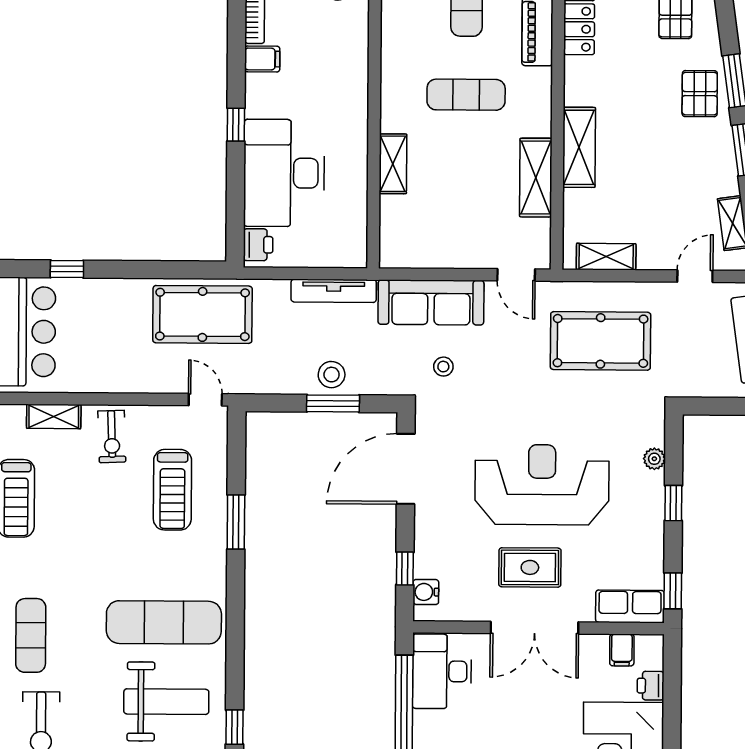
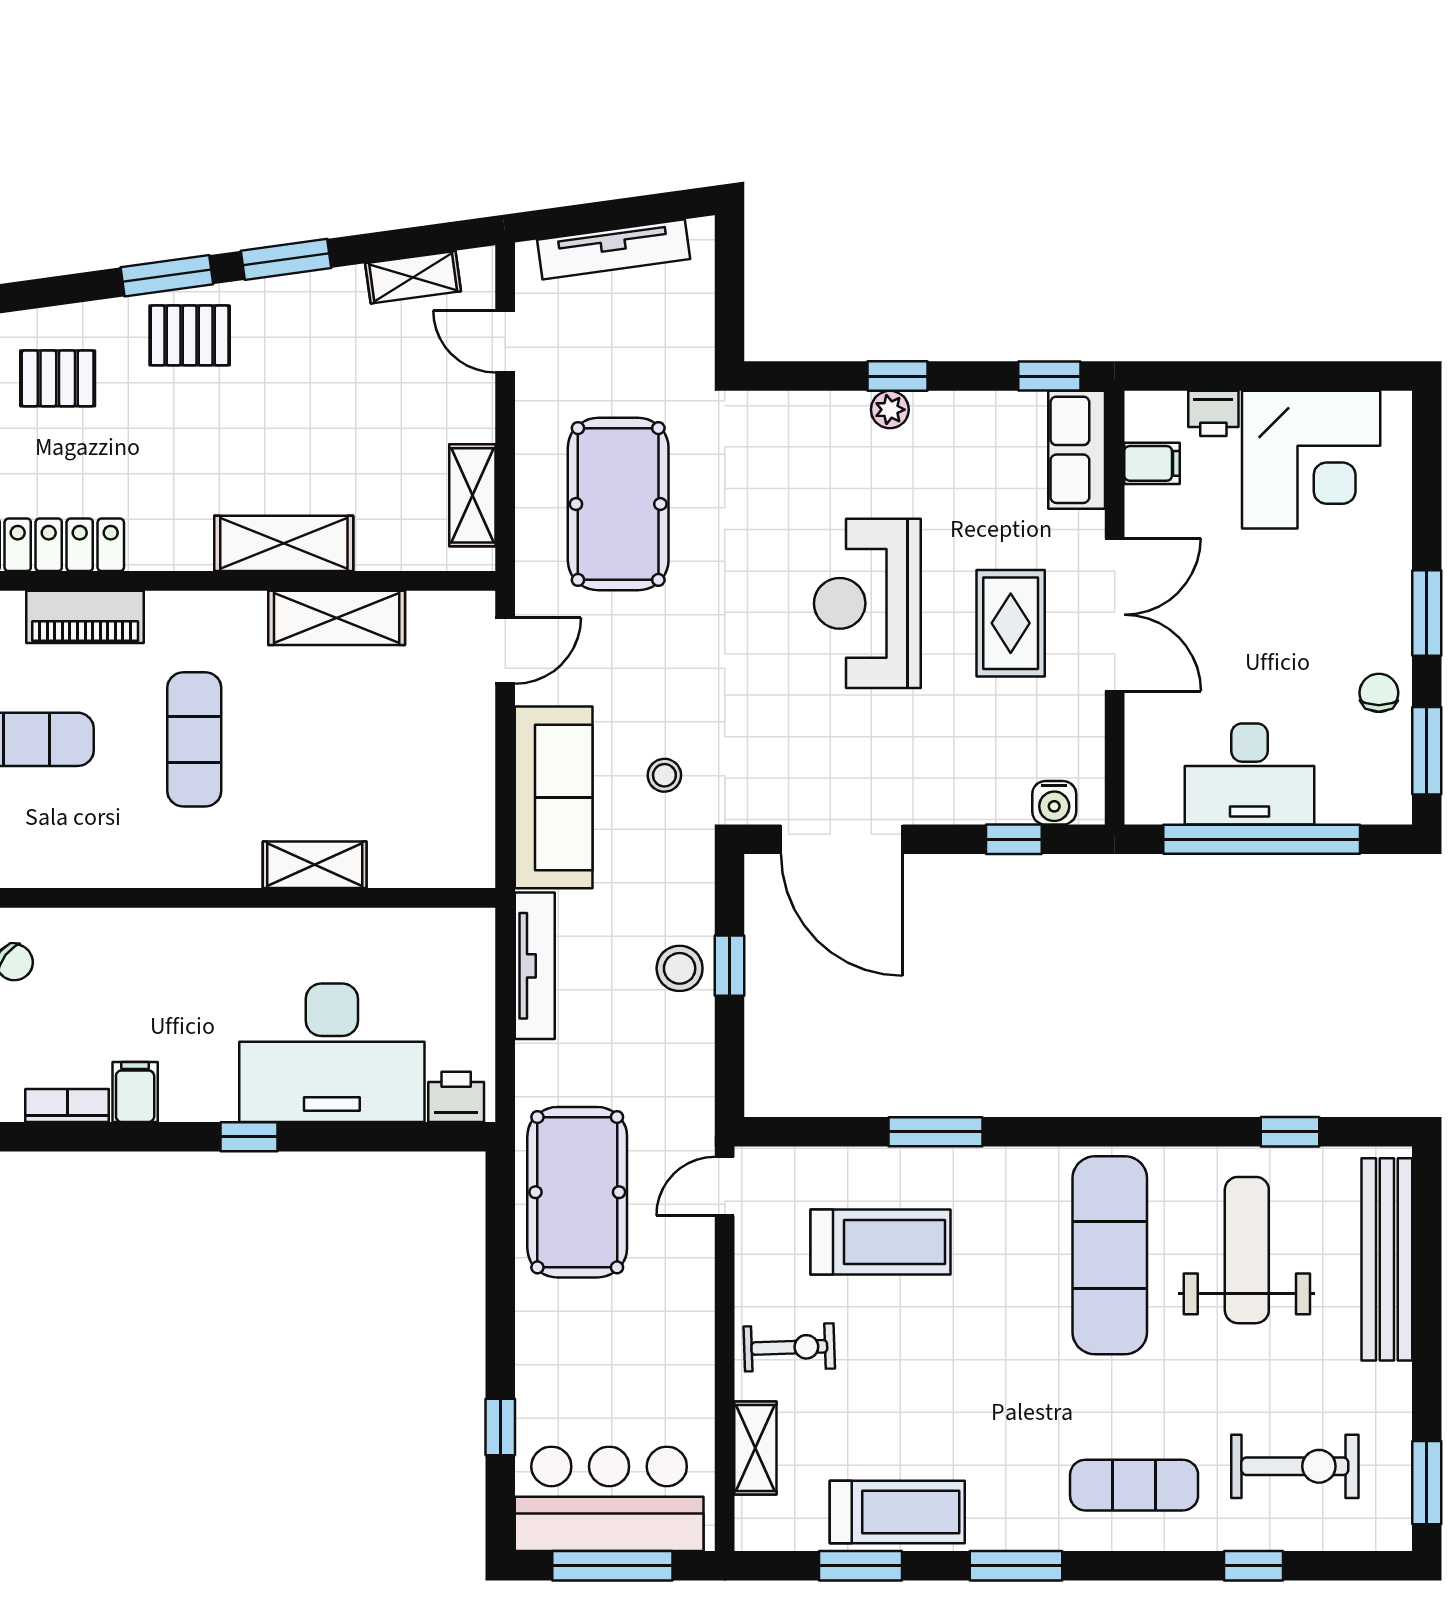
window: (333, 403) -> (729, 966), width x0.67
plant: (654, 459) -> (890, 410), moved
reception desk: (542, 485) -> (867, 603), width x0.74, depth x0.77
desk: (442, 671) -> (1249, 774), moved

